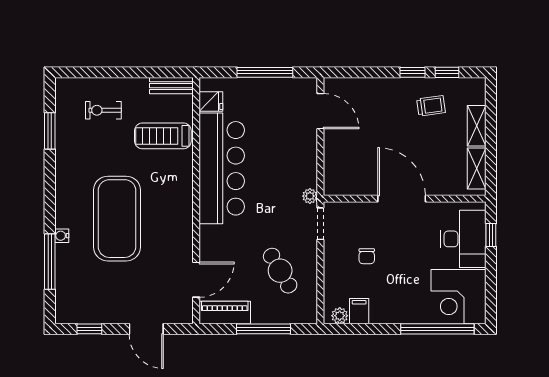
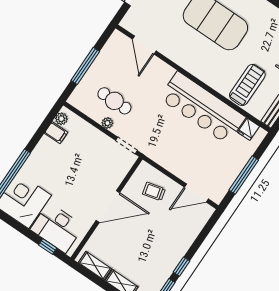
trolley: (431, 106) -> (154, 191), moved, turned 84
plant: (310, 196) -> (107, 123), moved
chair: (367, 256) -> (87, 161), removed
cafe table: (280, 271) -> (114, 101), turned 30
piano: (225, 312) -> (112, 49), removed

